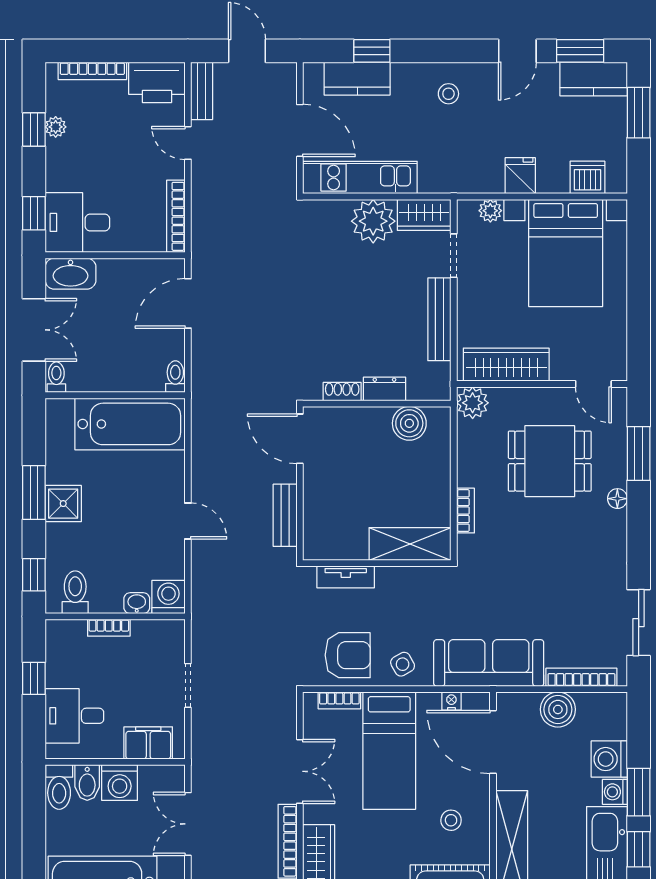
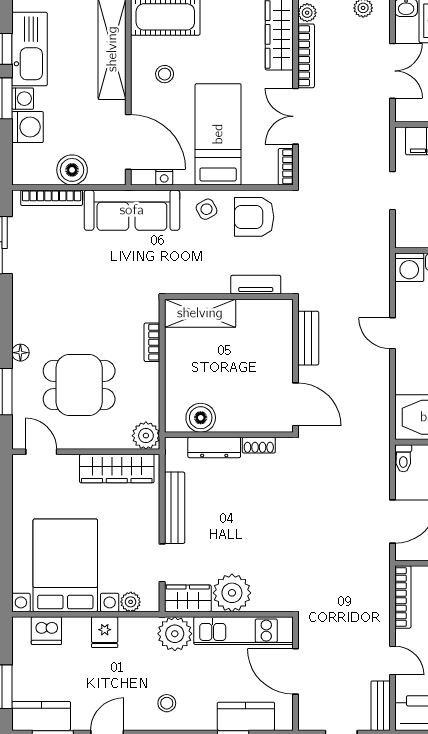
plant: (439, 174) -> (175, 634), added
dresser: (384, 389) -> (214, 447), width x1.44
bookcase: (339, 700) -> (286, 167), moved, turned -90

